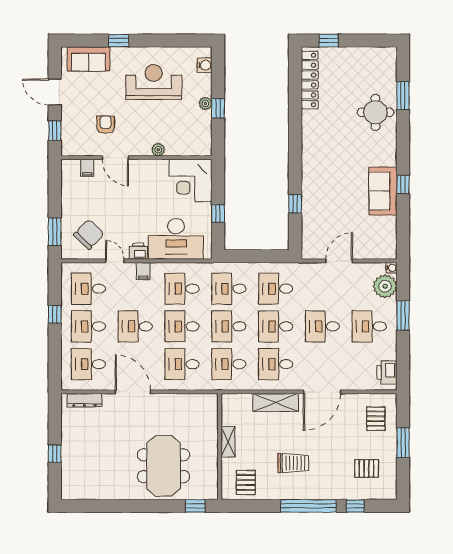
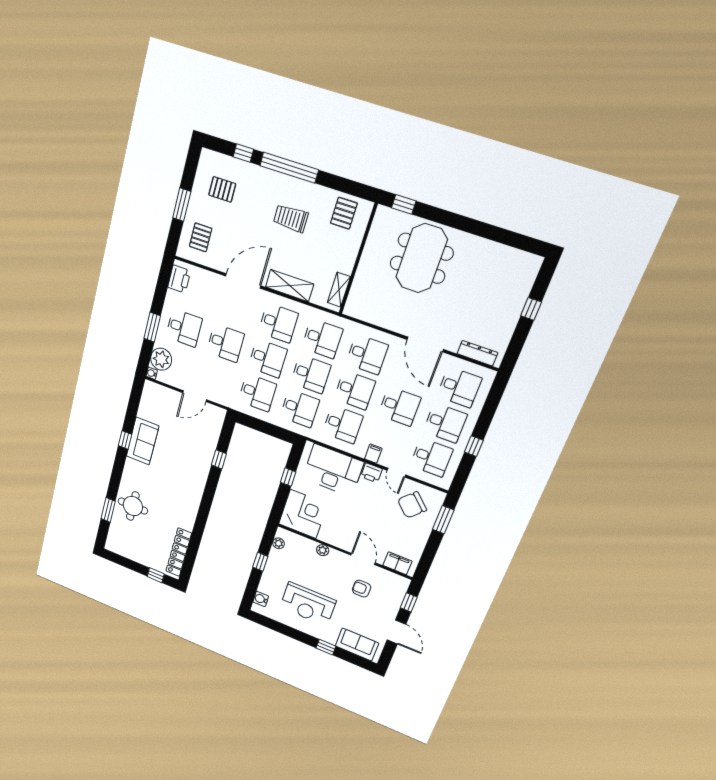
plant: (205, 103) -> (278, 543), moved
armchair: (106, 125) -> (362, 589), turned 90
filing cabinet: (87, 168) -> (397, 563), width x2.00
shelving: (228, 442) -> (339, 290), moved

